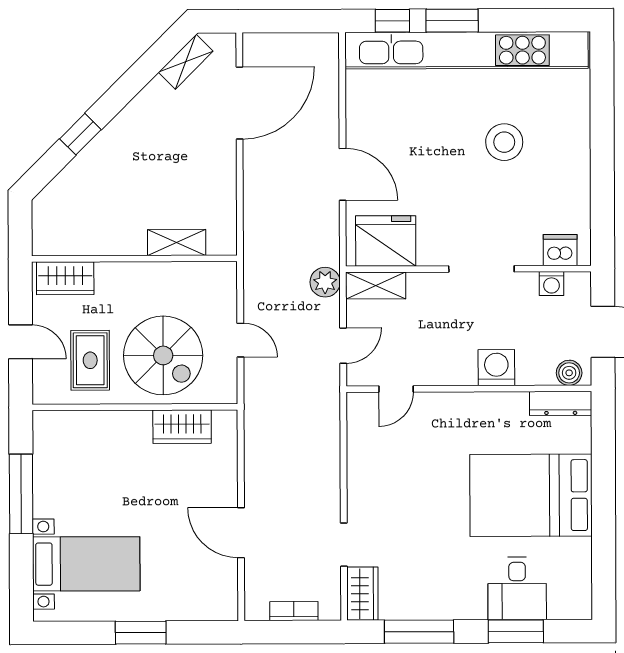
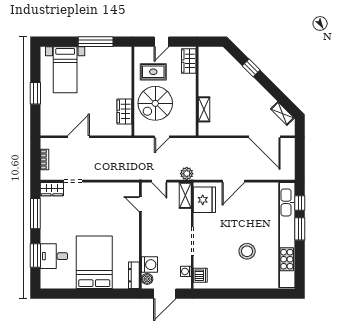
washing machine: (496, 368) -> (149, 265), moved

